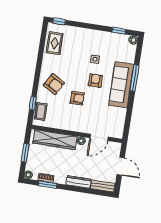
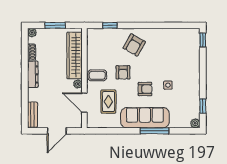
rug: (55, 43) -> (108, 102), moved, turned 90
coffee table: (41, 111) -> (97, 75), moved
dresser: (78, 182) -> (33, 74), moved
window: (48, 185) -> (25, 55), removed

